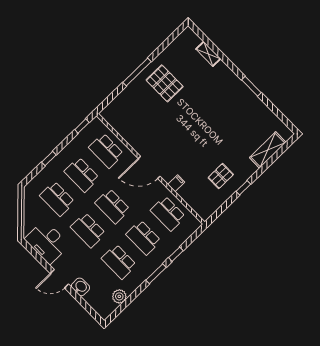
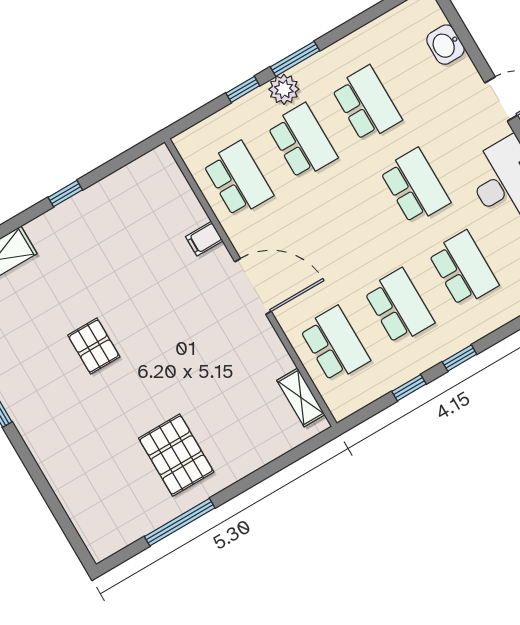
shelving: (208, 54) -> (301, 397), moved
window: (137, 72) -> (180, 522), moved
window: (82, 126) -> (409, 388), moved
pallet: (221, 176) -> (94, 346), moved, turned 90
school desk: (113, 206) -> (351, 224), removed
washbasin: (80, 287) -> (445, 45), moved
plant: (119, 296) -> (284, 89), moved

